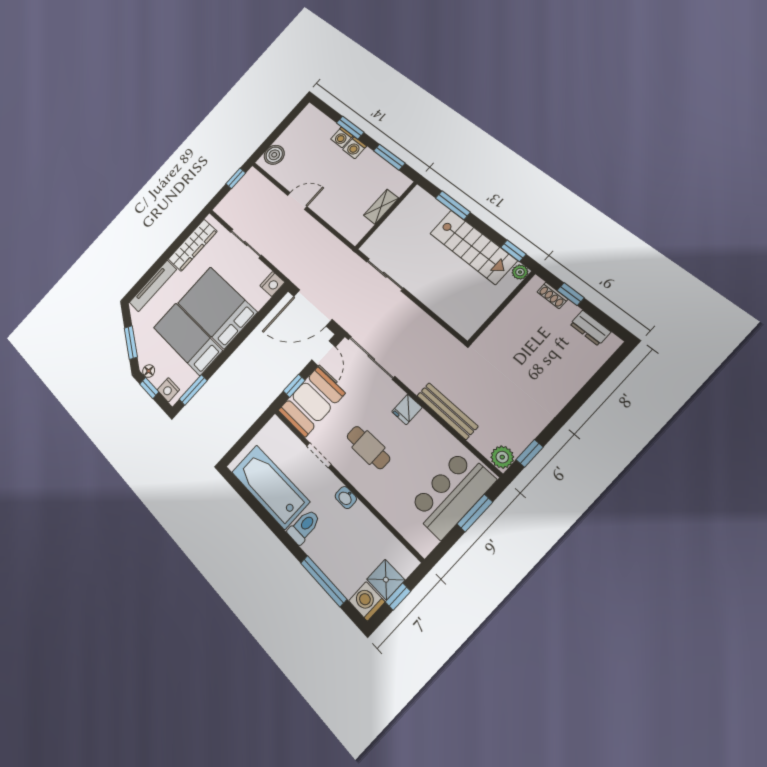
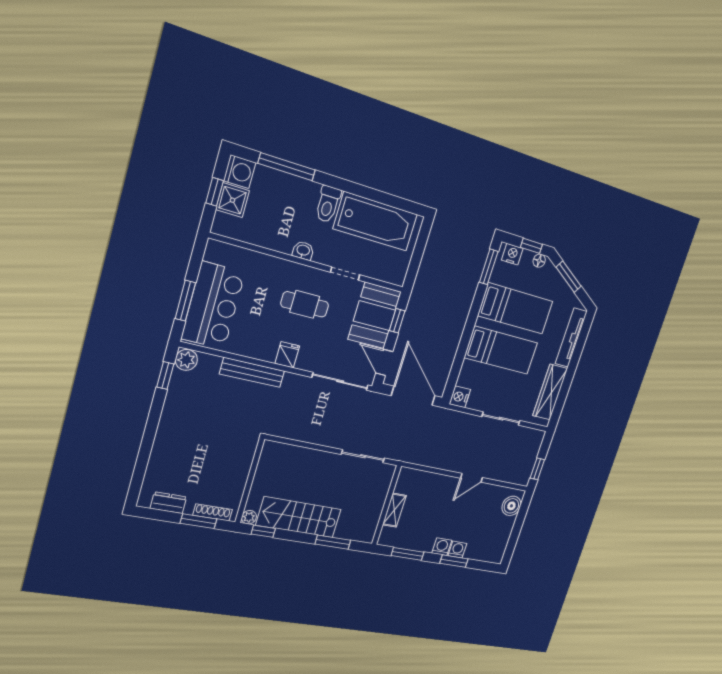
window: (571, 294) -> (198, 521), width x1.50
shoe rack: (552, 295) -> (213, 512), width x1.43
bed: (217, 308) -> (501, 350), width x0.67
door: (313, 308) -> (413, 396), hinge flipped

